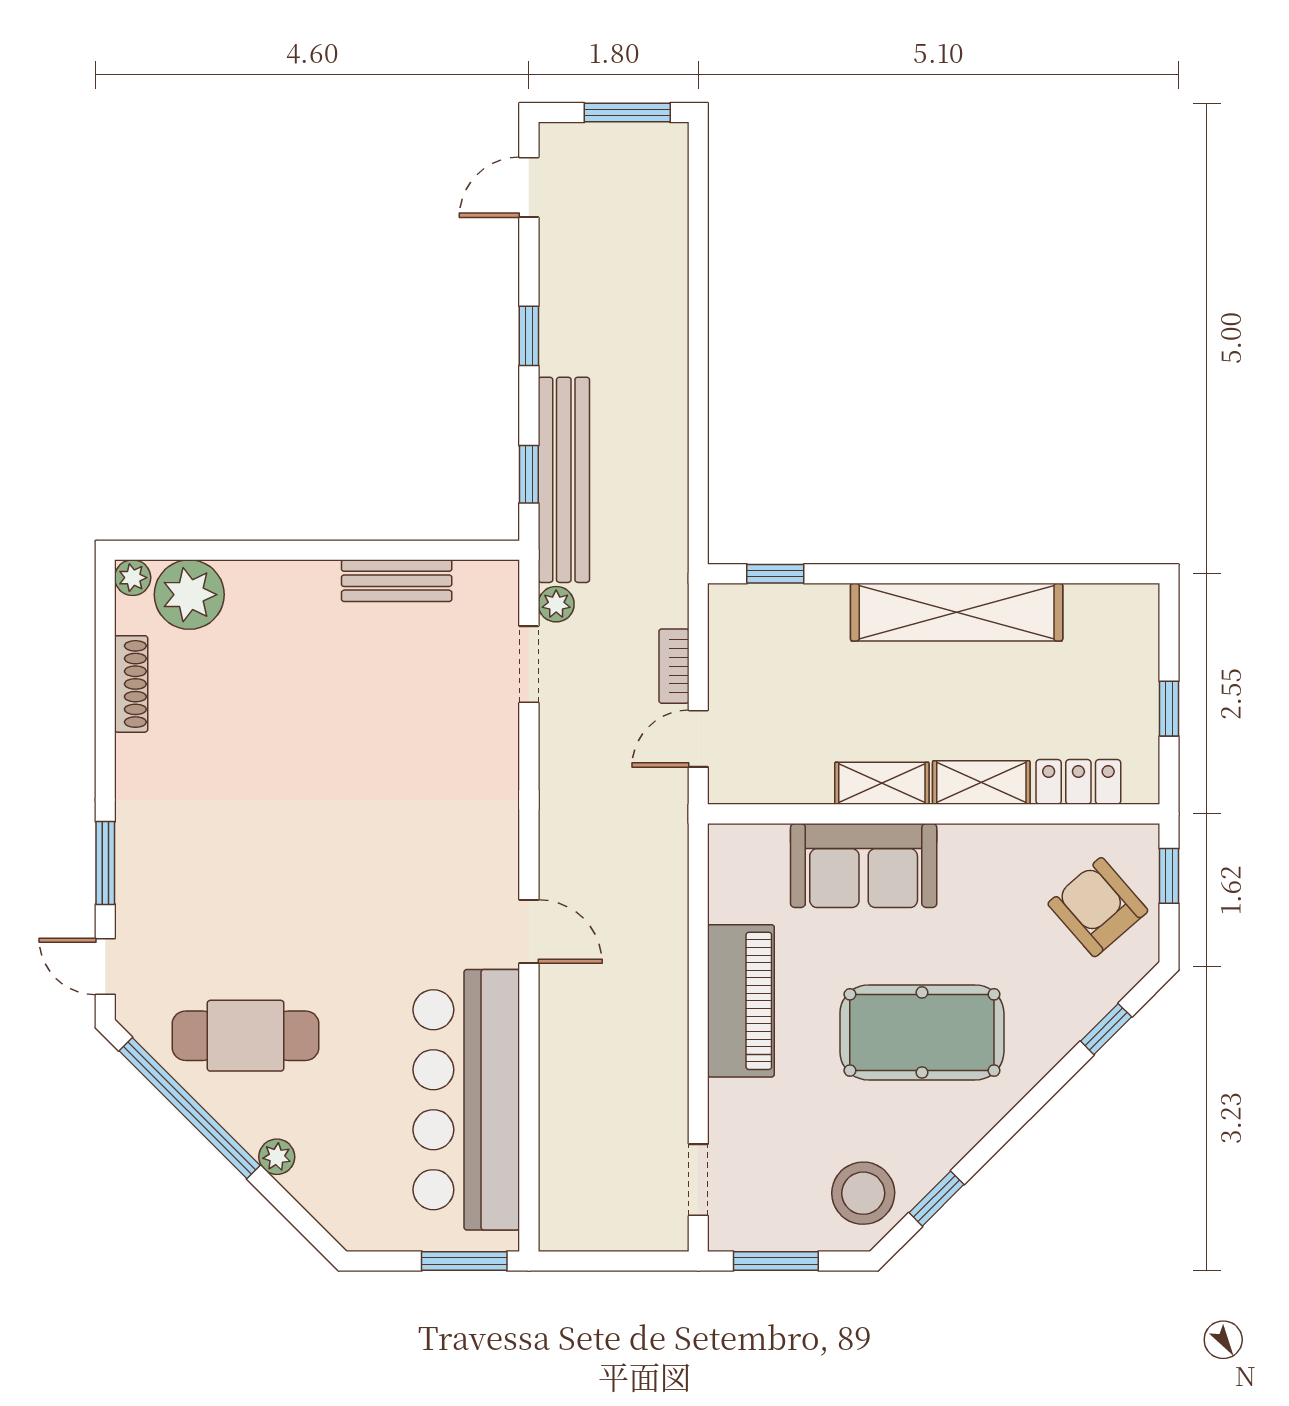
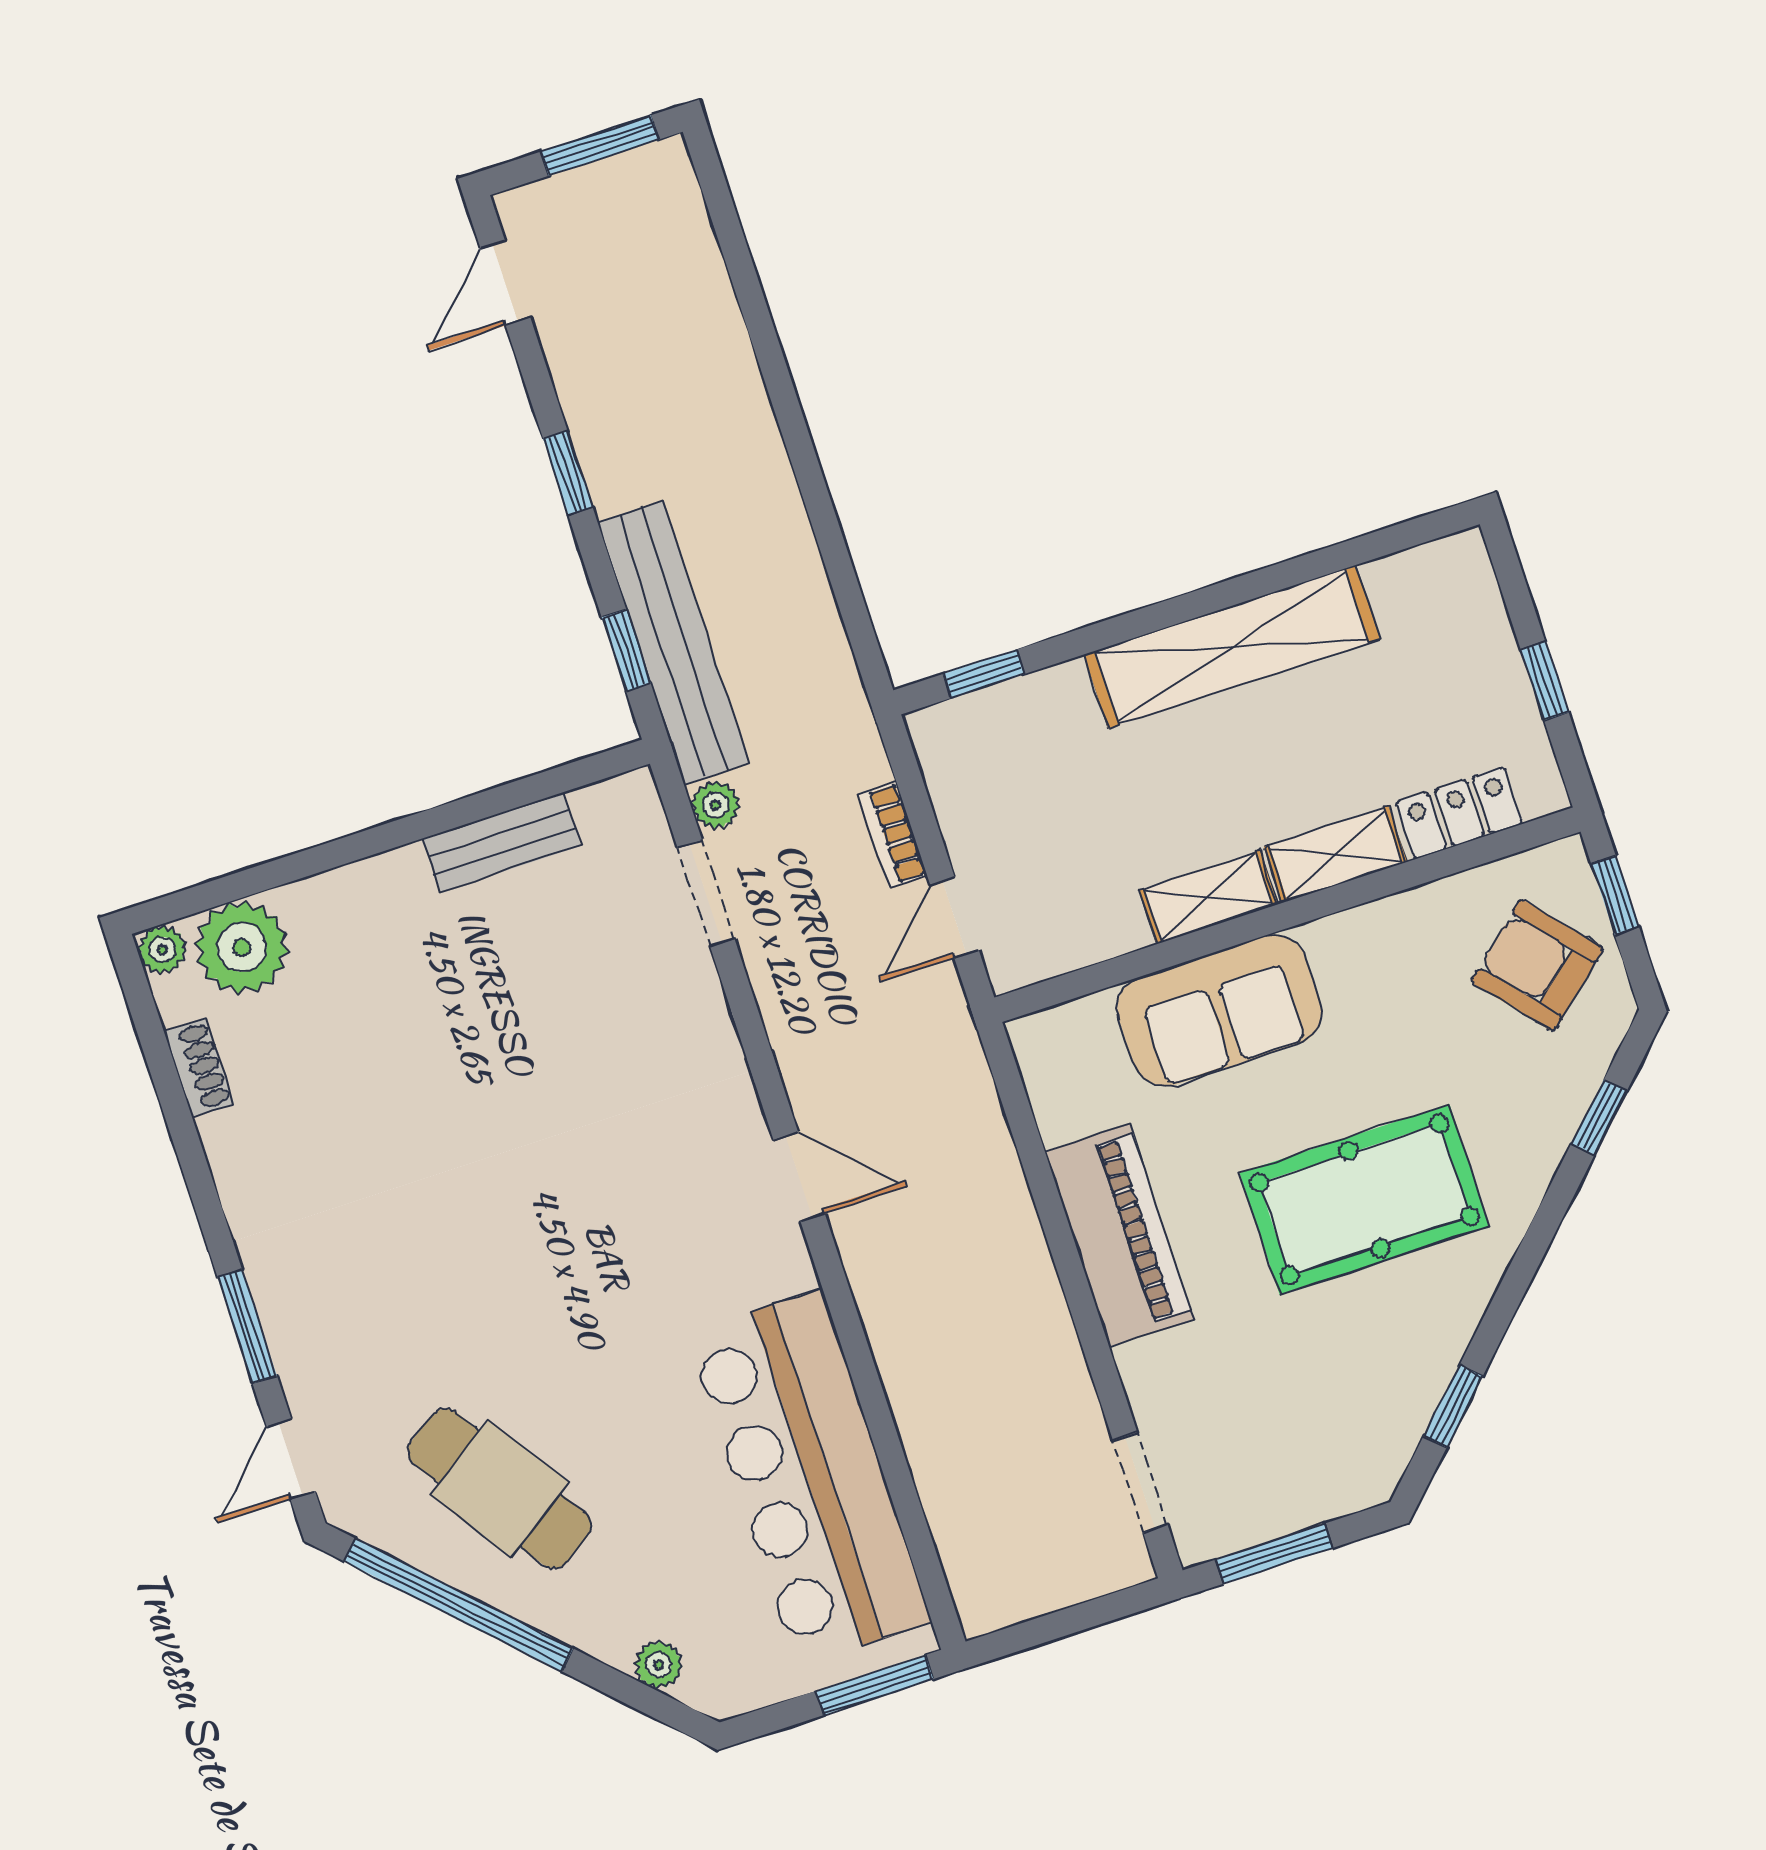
shoe rack: (131, 684) -> (199, 1068), width x0.70
door: (529, 931) -> (799, 1177), moved
door: (105, 967) -> (291, 1459), hinge flipped
cafe table: (246, 1036) -> (500, 1489), turned 56
plant: (277, 1157) -> (659, 1665), moved
stool: (863, 1193) -> (1357, 1430), removed

